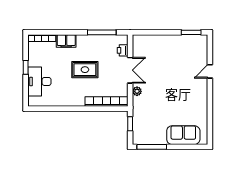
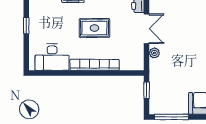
desk: (39, 81) -> (52, 57), moved, turned -90
bookcase: (107, 102) -> (95, 65), moved

